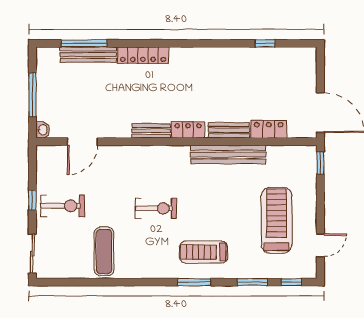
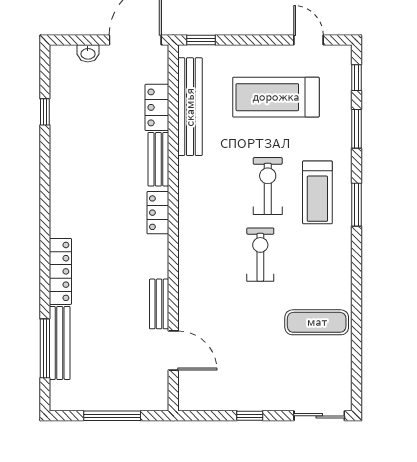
washbasin: (43, 130) -> (88, 53), moved, turned 180
bench: (151, 131) -> (159, 304), moved
bench: (228, 154) -> (190, 107), moved
exercise bike: (63, 206) -> (268, 186), moved

